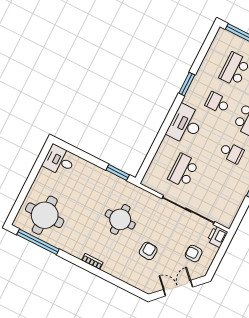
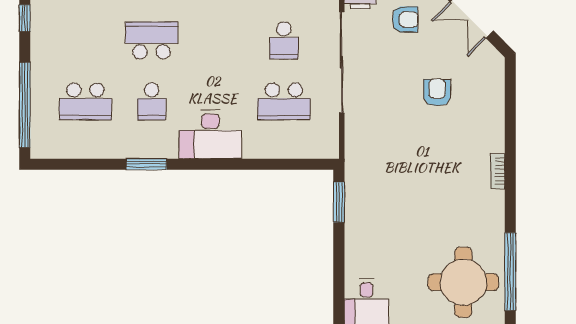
school desk: (231, 153) -> (284, 40), moved, turned 180
round table: (120, 219) -> (410, 161), removed
armchair: (148, 251) -> (437, 93), turned 86
armchair: (194, 254) -> (405, 19), turned -90

